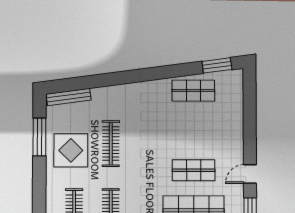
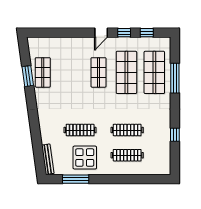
window: (217, 65) -> (28, 76), moved
door: (250, 174) -> (101, 33), hinge flipped

